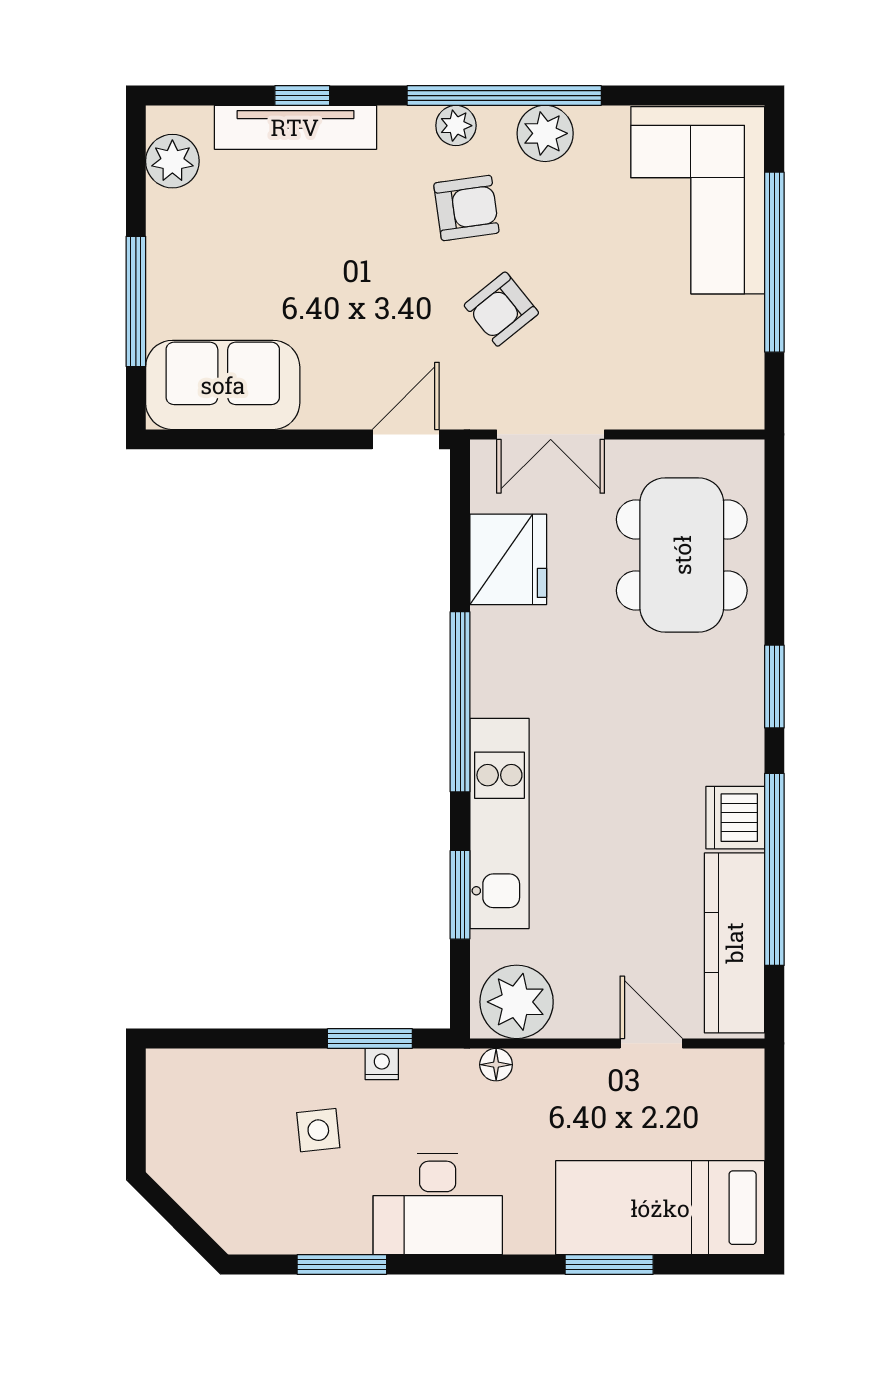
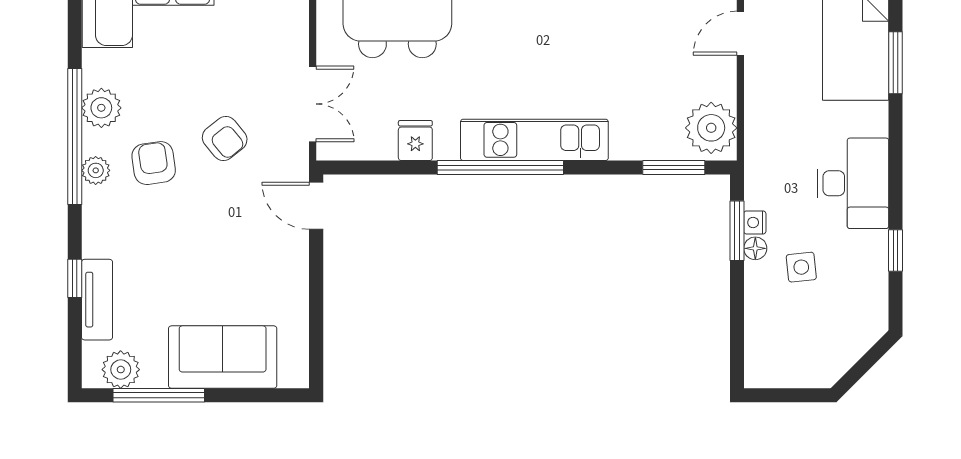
tv unit: (295, 127) -> (97, 300), width x0.71
window: (136, 301) -> (159, 395), moved
sofa: (223, 385) -> (223, 357), moved, turned 90
fridge: (508, 559) -> (415, 141), width x0.53, depth x0.75
kitchen unit: (499, 823) -> (534, 140), moved
window: (460, 895) -> (674, 168), moved
floor lamp: (496, 1065) -> (755, 248), moved
window: (342, 1264) -> (896, 250), width x0.67

